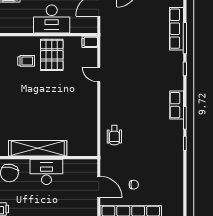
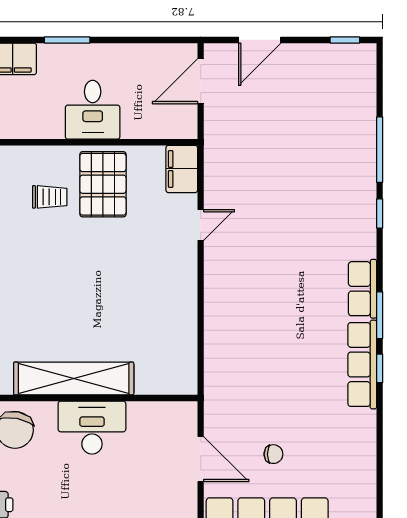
desk: (52, 19) -> (93, 110), width x0.73
row of seats: (176, 29) -> (362, 365), moved
filing cabinet: (90, 42) -> (182, 169), width x2.00
door: (99, 74) -> (201, 225), swing flipped
wheelchair: (114, 135) -> (233, 351), removed

